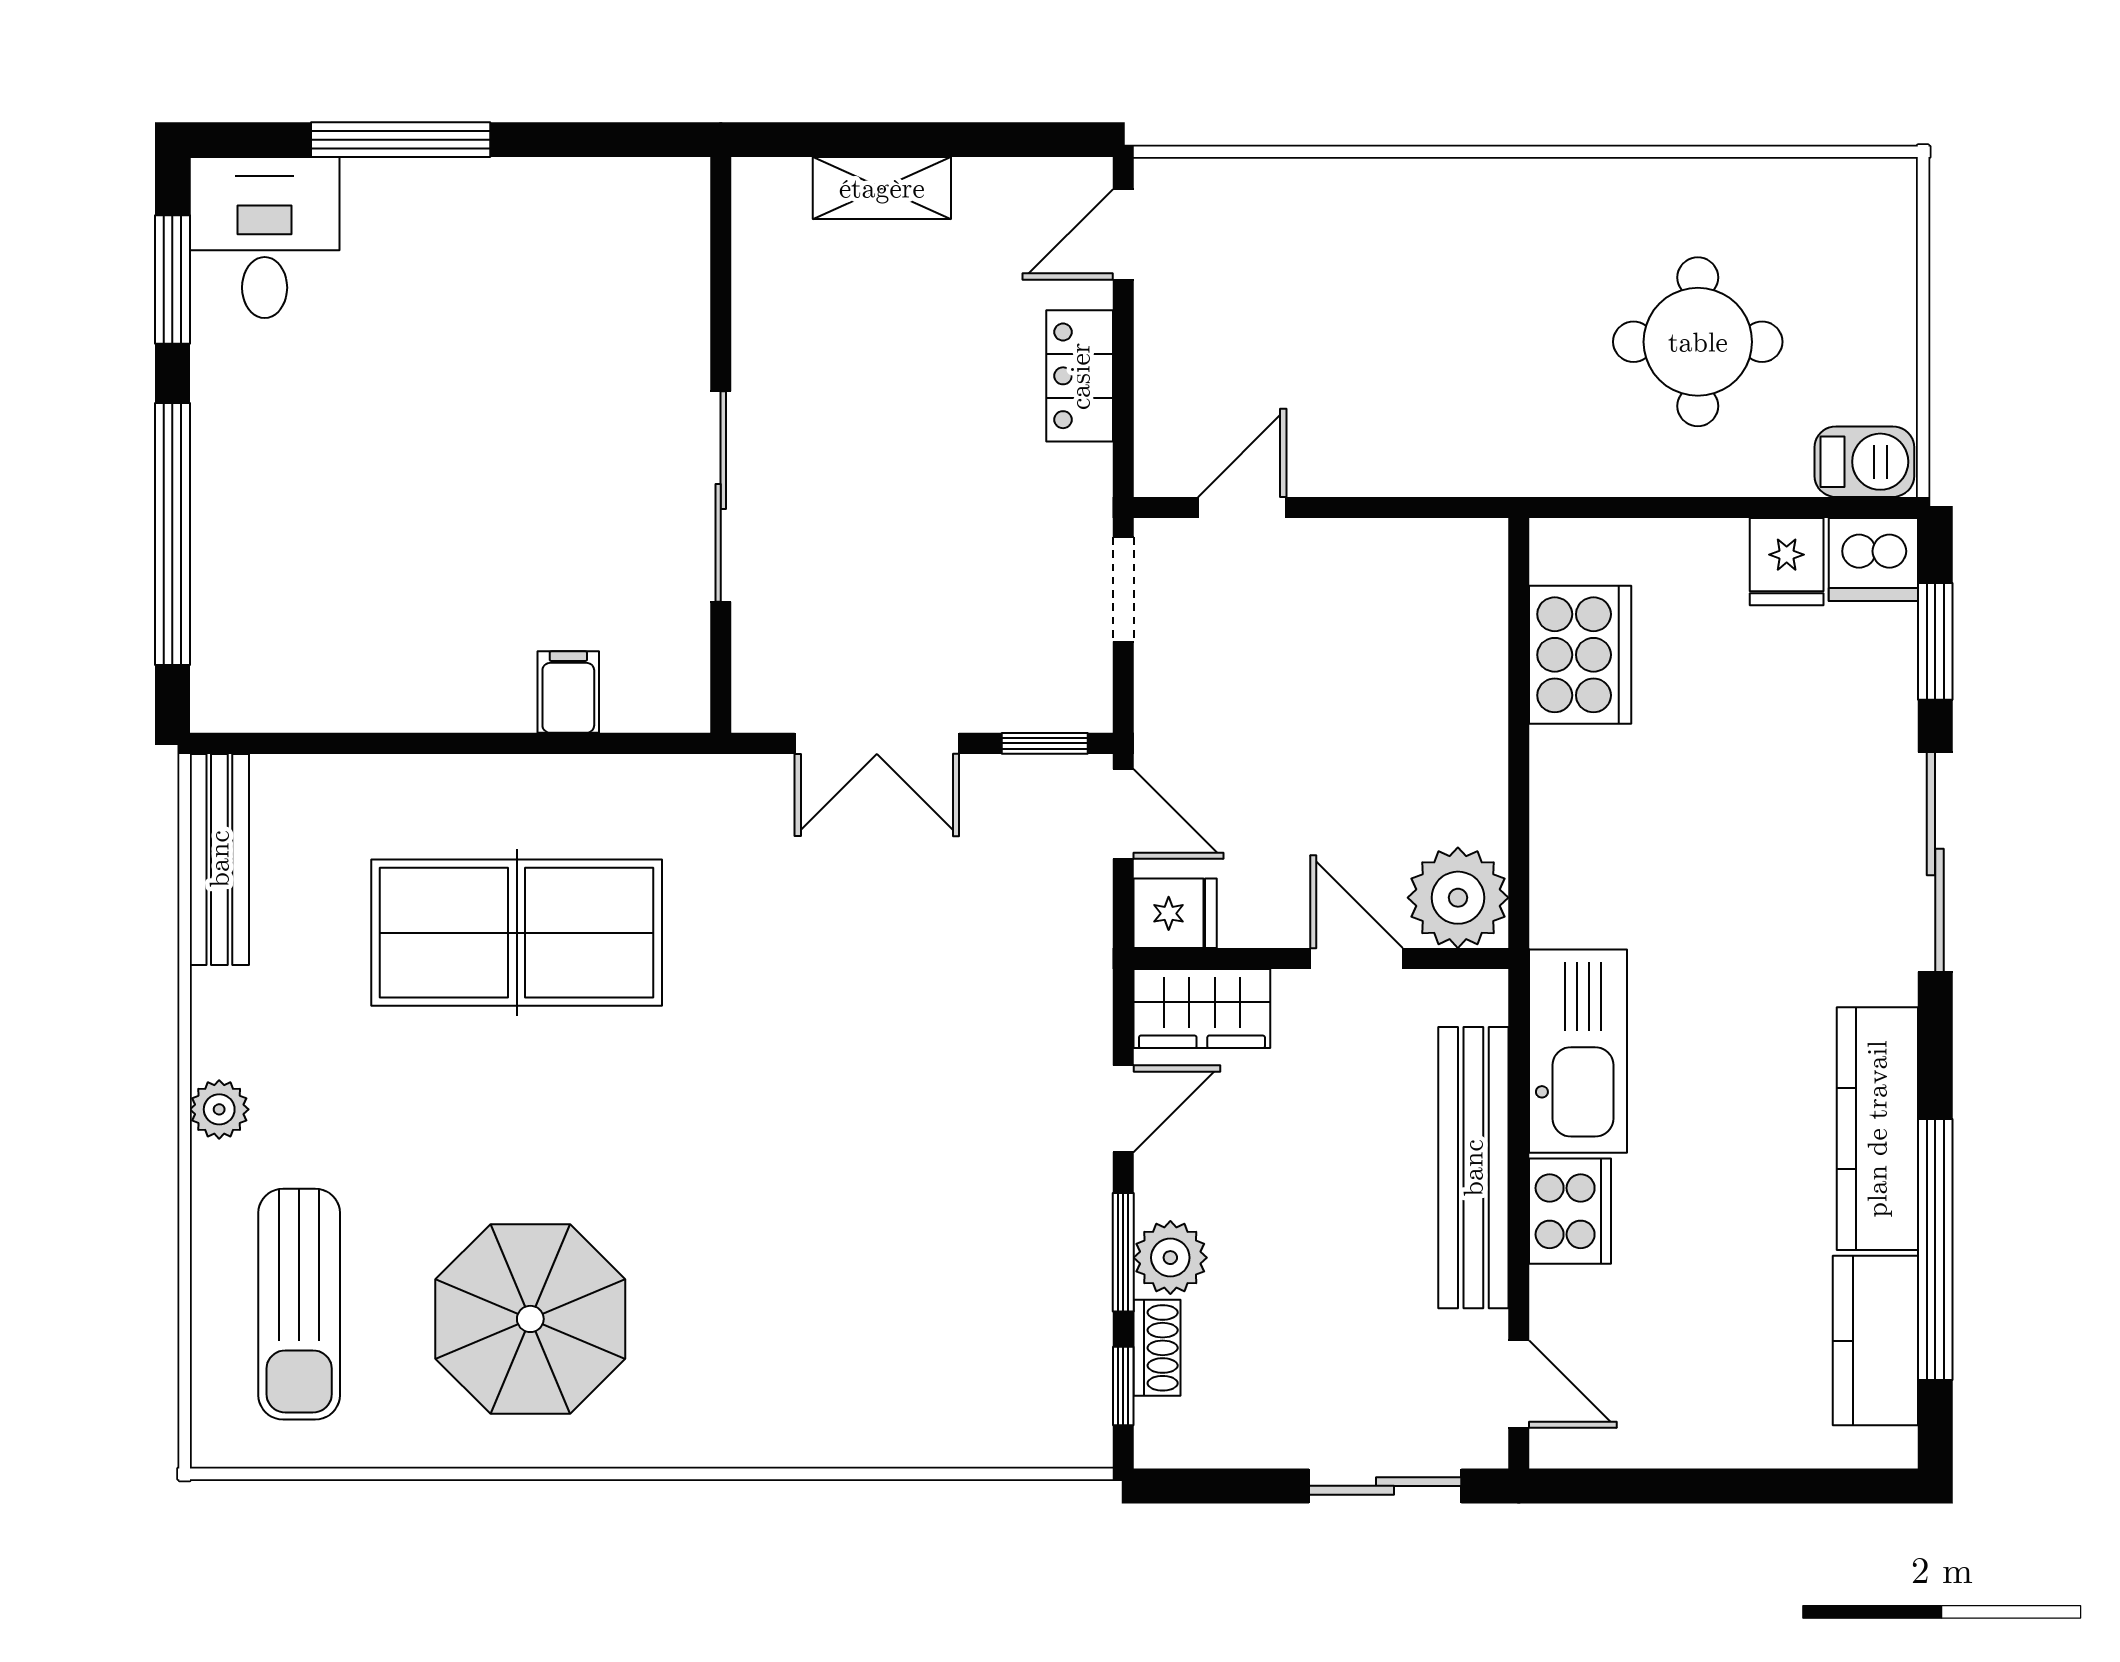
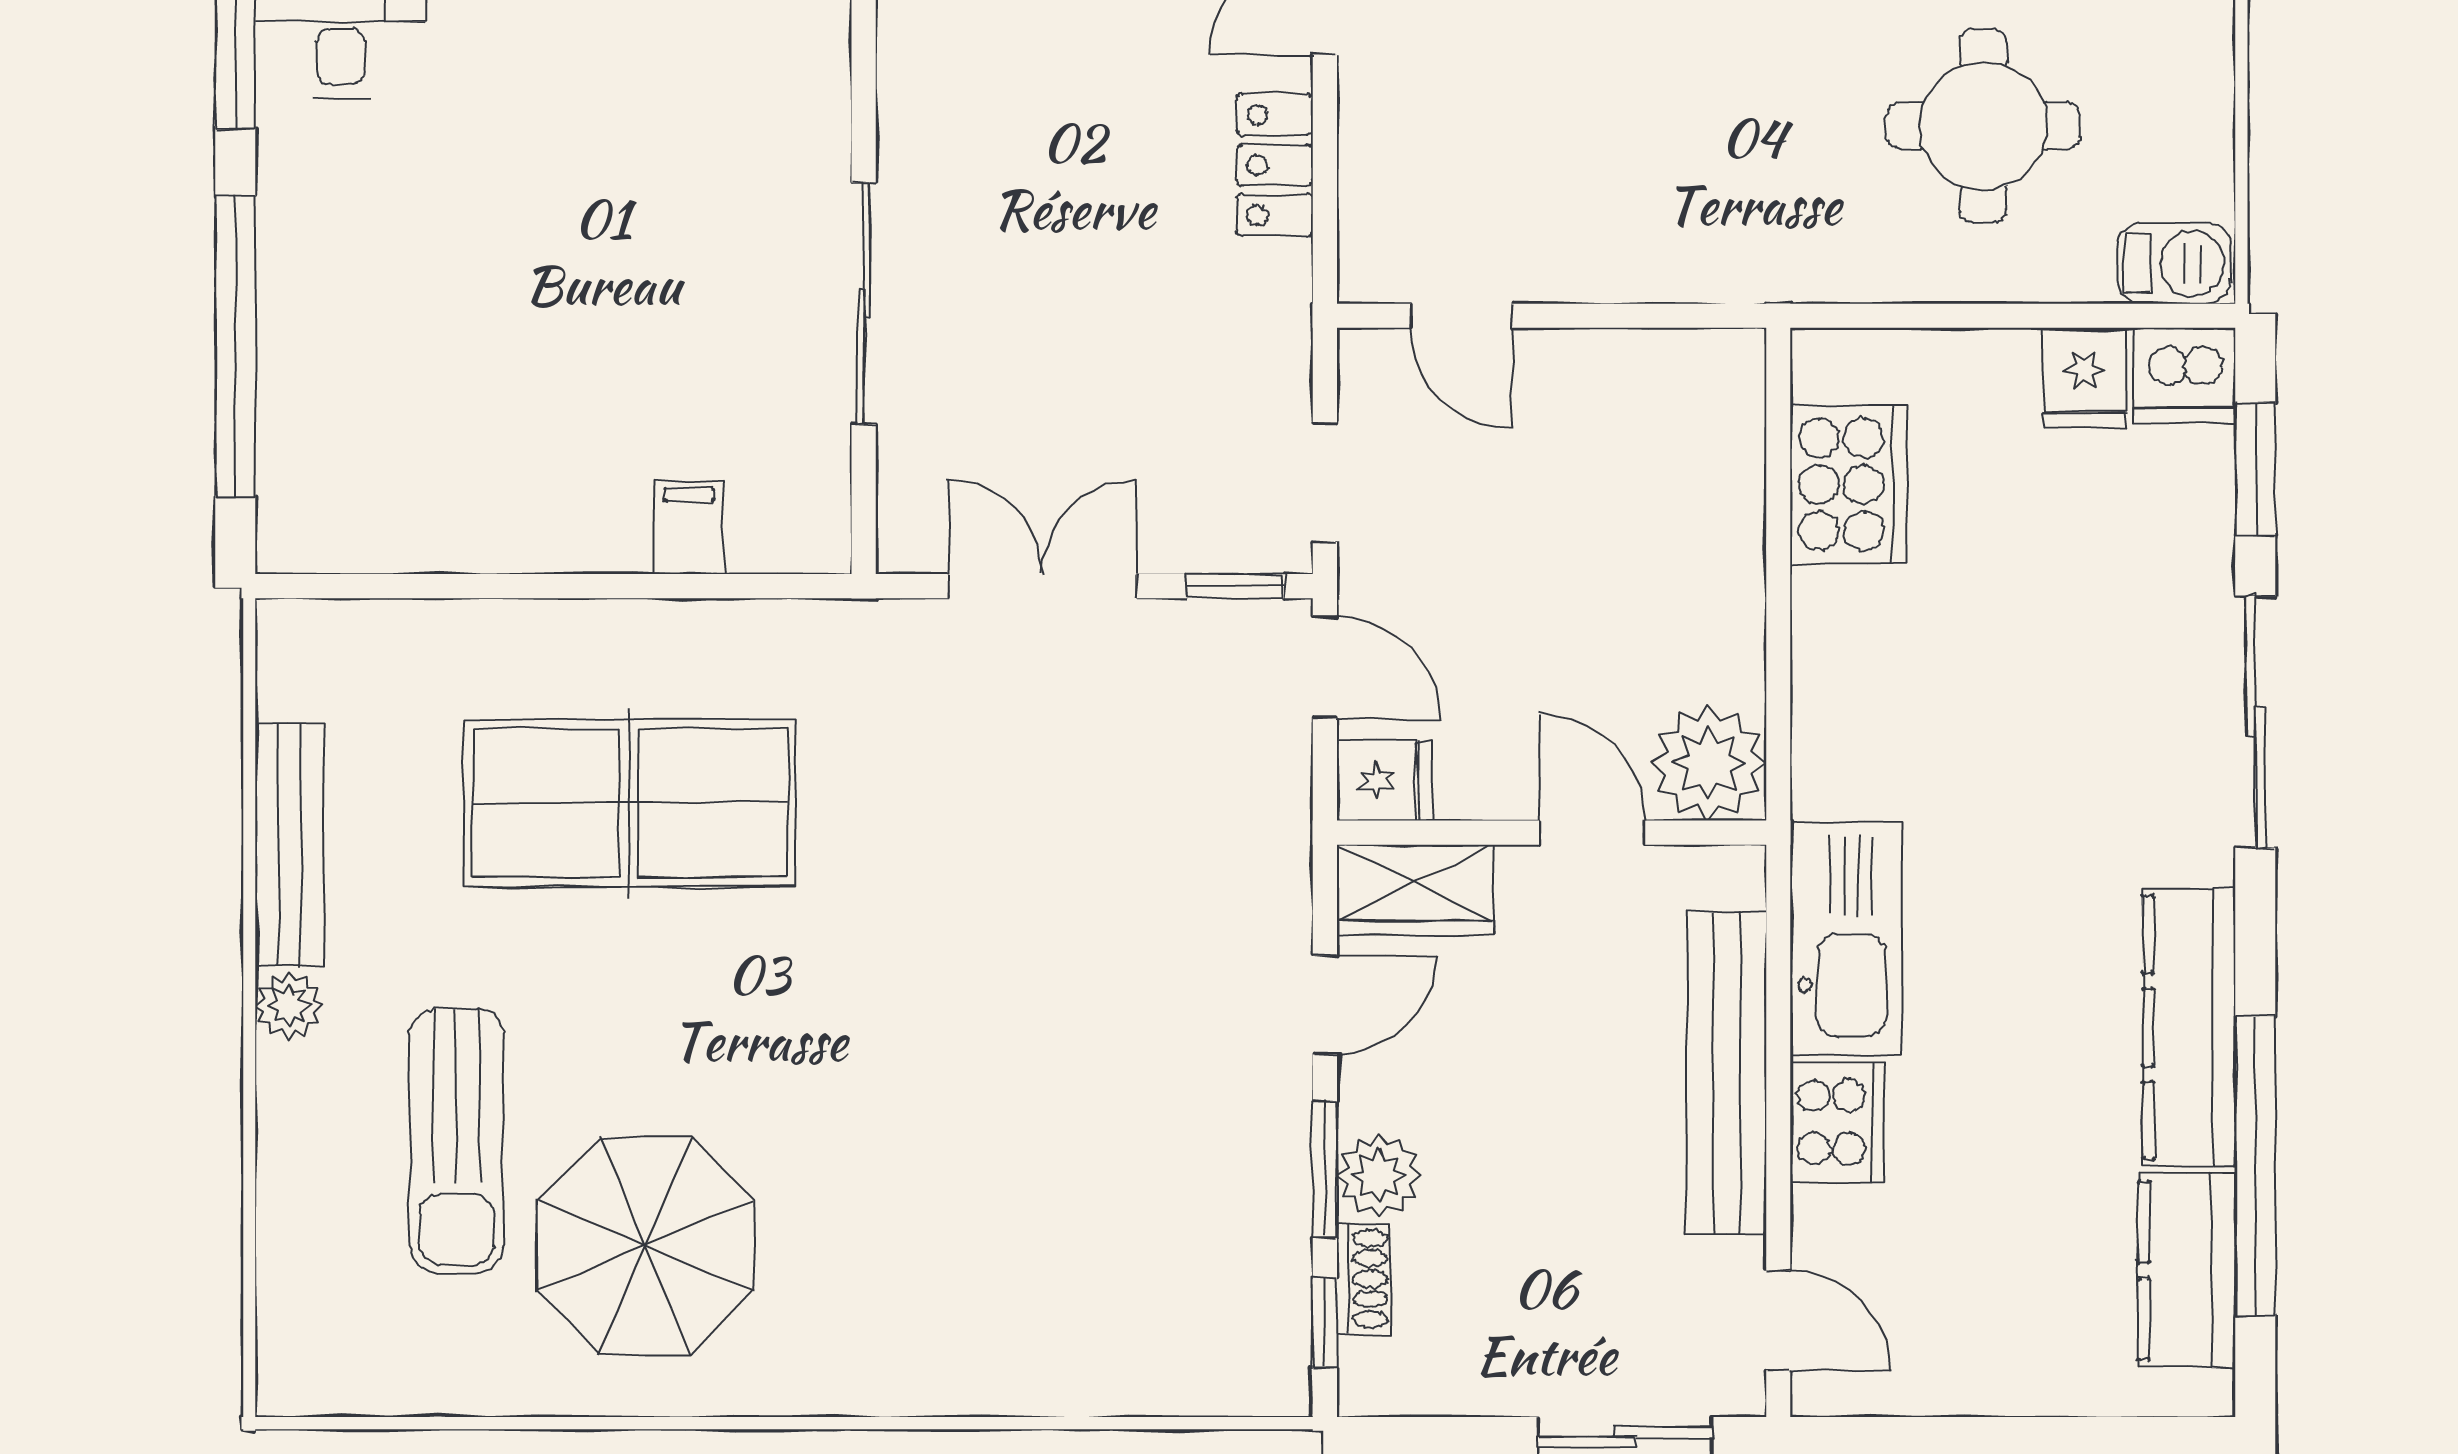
door: (1242, 507) -> (1461, 316), swing flipped
doorway: (1123, 589) -> (1325, 482), moved
double door: (877, 743) -> (1043, 586), swing flipped
bench: (219, 859) -> (289, 844), moved
sun lounger: (299, 1304) -> (457, 1141), moved

